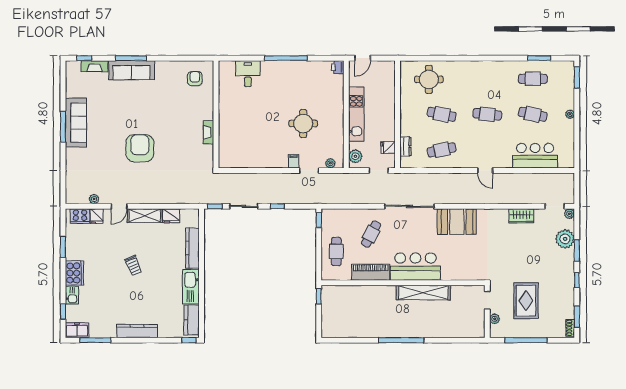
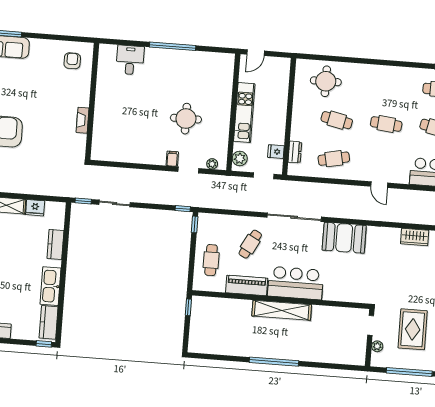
printer: (338, 67) -> (228, 60), removed
window: (277, 206) -> (183, 209), moved
kitchen counter: (192, 248) -> (55, 244), width x0.67
shelving: (423, 293) -> (282, 310), moved

